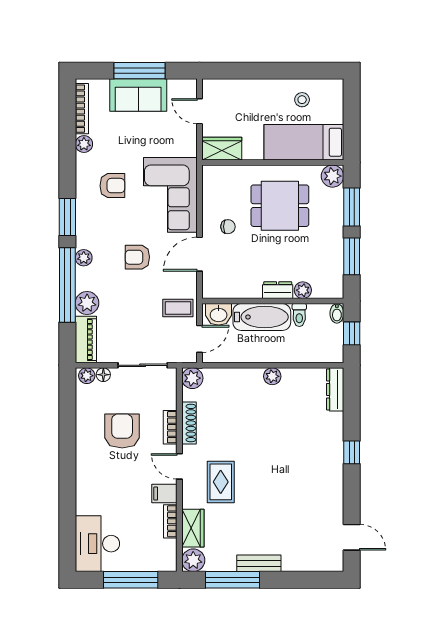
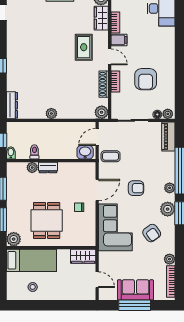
armchair: (112, 186) -> (152, 233), turned -126
dining table: (280, 206) -> (47, 220), turned 90
plant: (87, 303) -> (168, 209), moved
bathtub: (262, 317) -> (58, 151), removed

